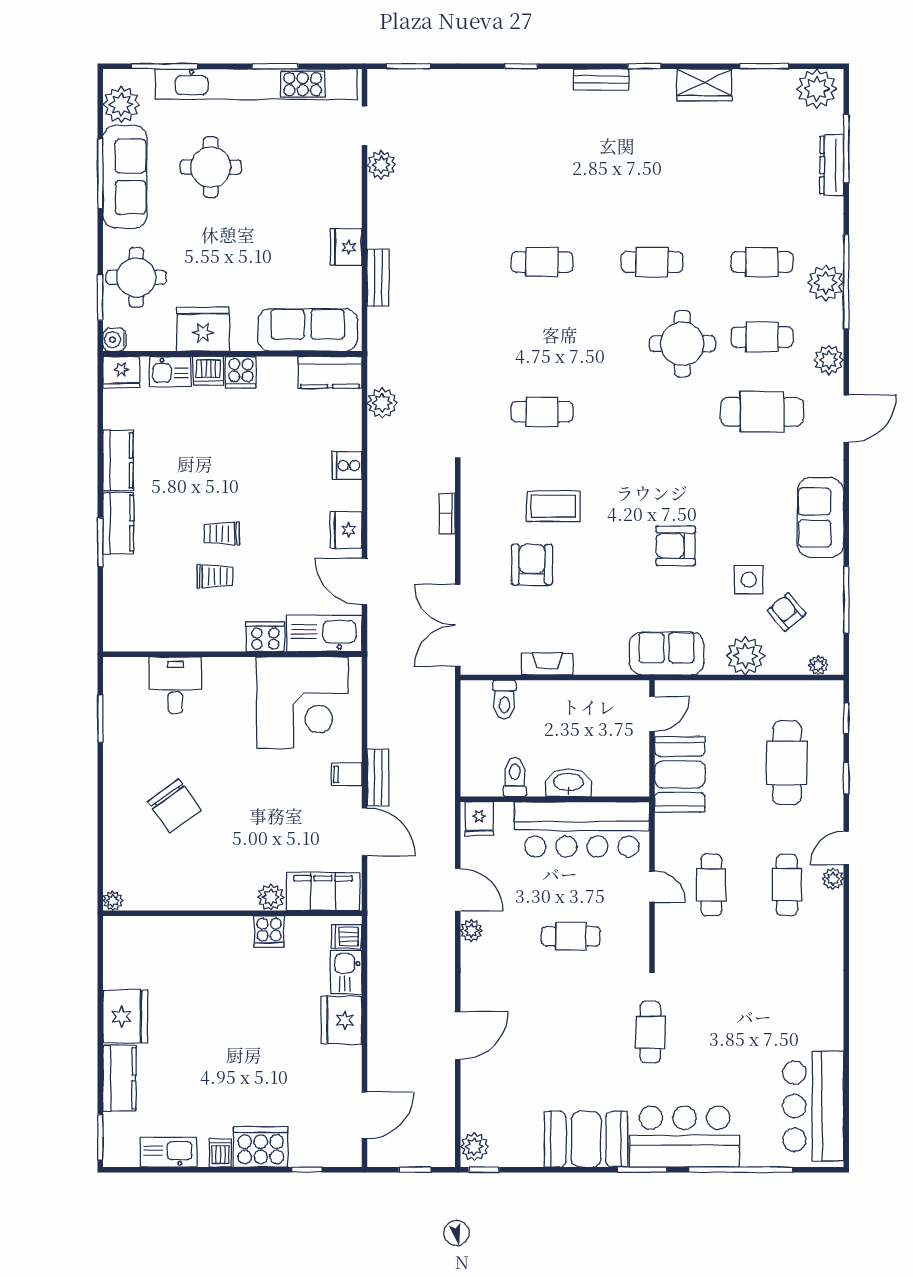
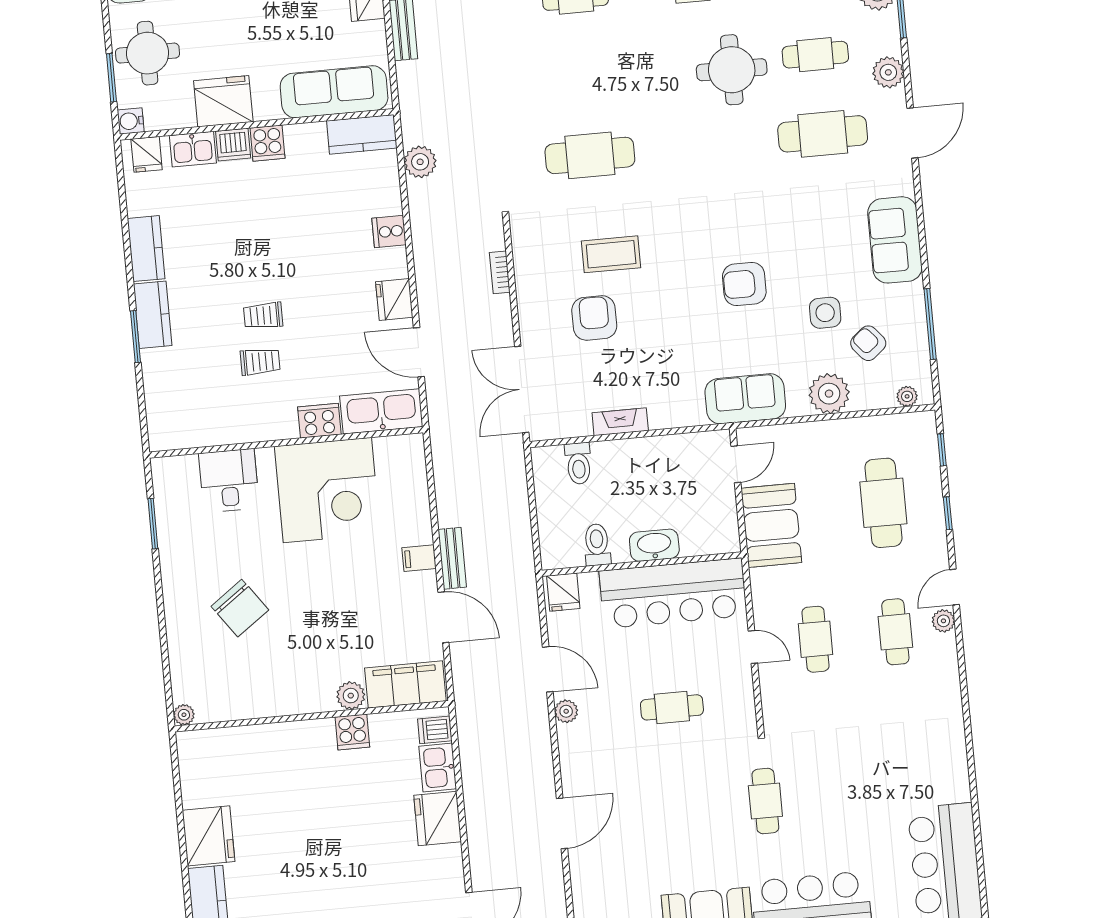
fridge: (121, 372) -> (147, 154), width x0.72
cafe table: (542, 412) -> (590, 155), width x1.37, depth x1.35
corner desk: (302, 703) -> (327, 490), moved

